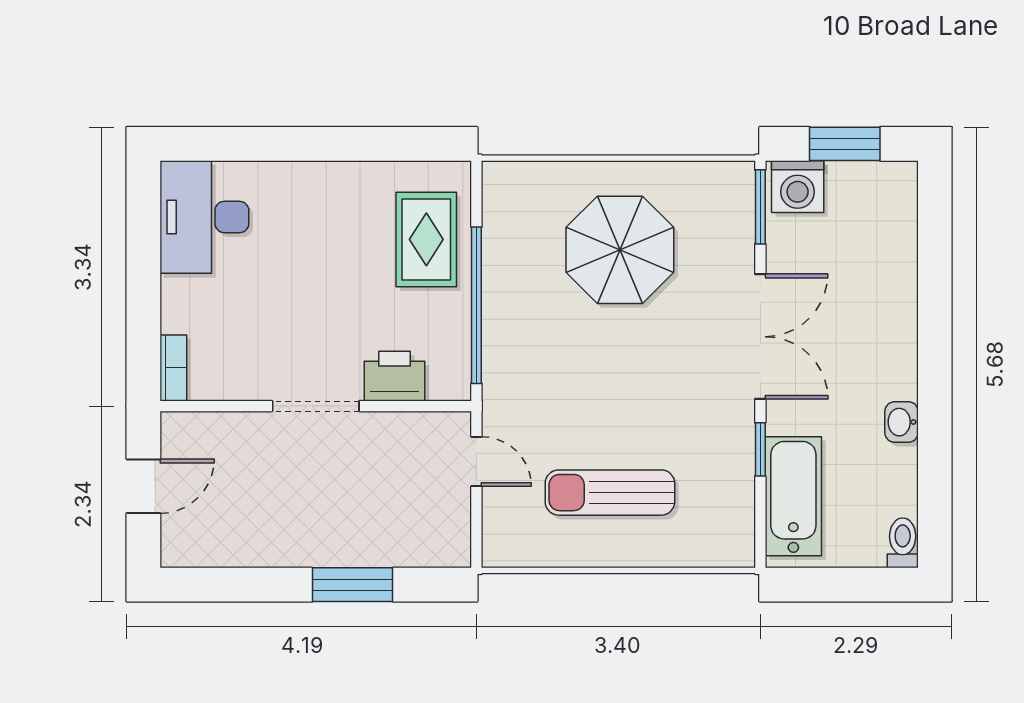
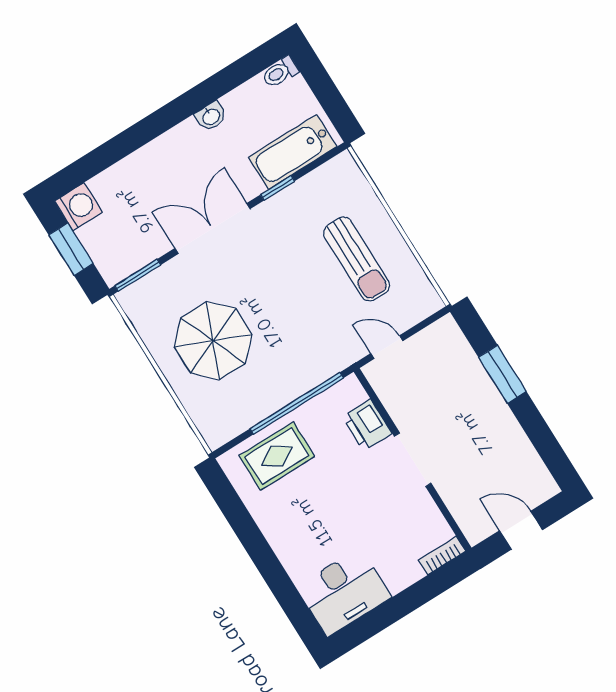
washing machine: (798, 187) -> (79, 207), moved
door: (476, 461) -> (387, 347), hinge flipped

